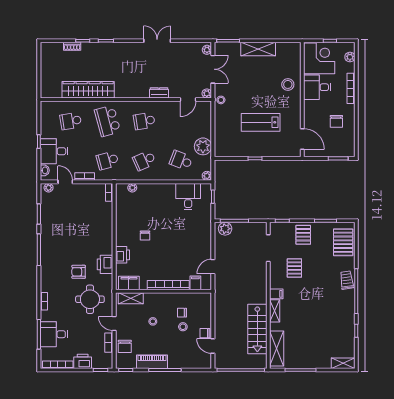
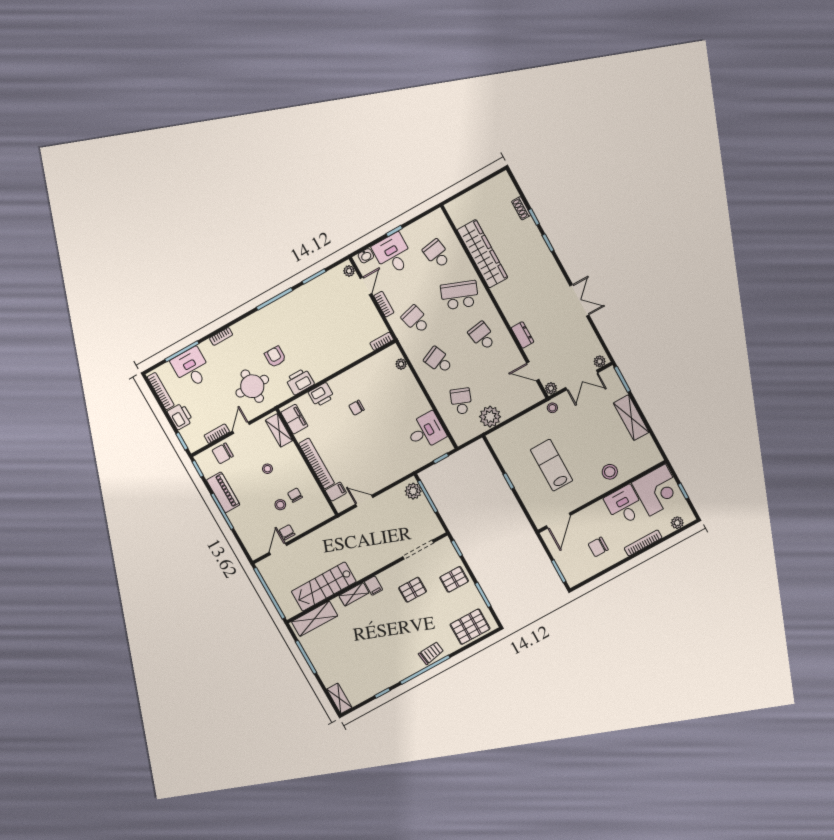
school desk: (108, 121) -> (460, 295), turned 36
plant: (207, 176) -> (460, 439), removed

